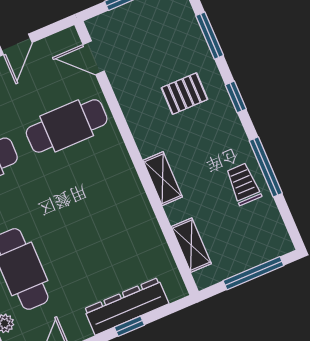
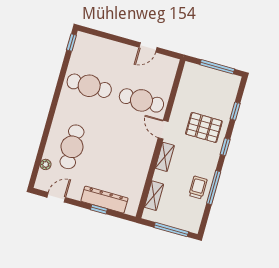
window: (210, 36) -> (235, 111), width x0.67
door: (94, 58) -> (163, 130), moved
pallet: (184, 94) -> (204, 127), width x1.50, depth x1.42

